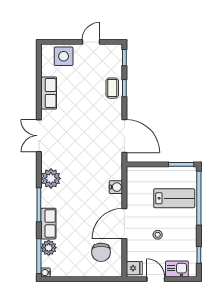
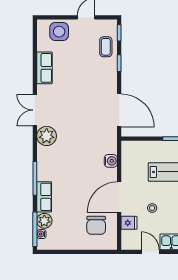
coffee table: (112, 88) -> (106, 47), moved
plant: (51, 178) -> (47, 136), moved
fridge: (134, 268) -> (129, 223), moved
water cooler: (46, 273) -> (41, 234), moved

